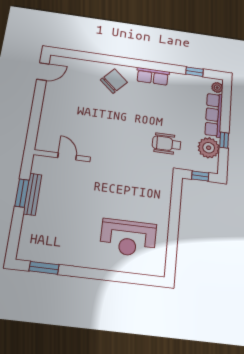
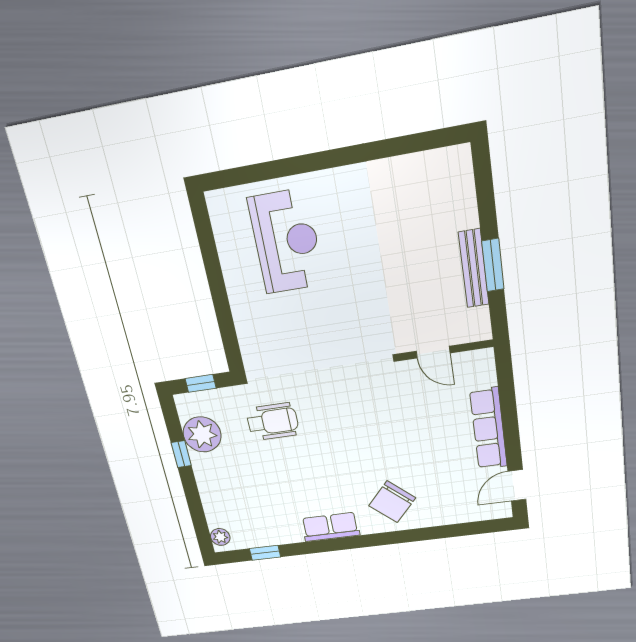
row of seats: (214, 115) -> (489, 429), moved, turned 180
reception desk: (128, 238) -> (286, 241), turned 90
window: (44, 268) -> (415, 143), removed

